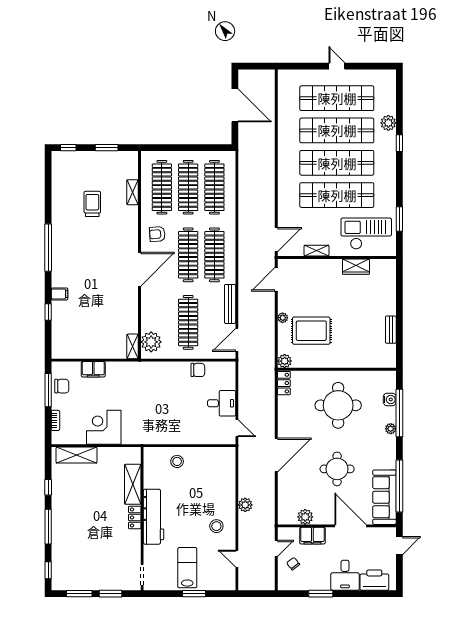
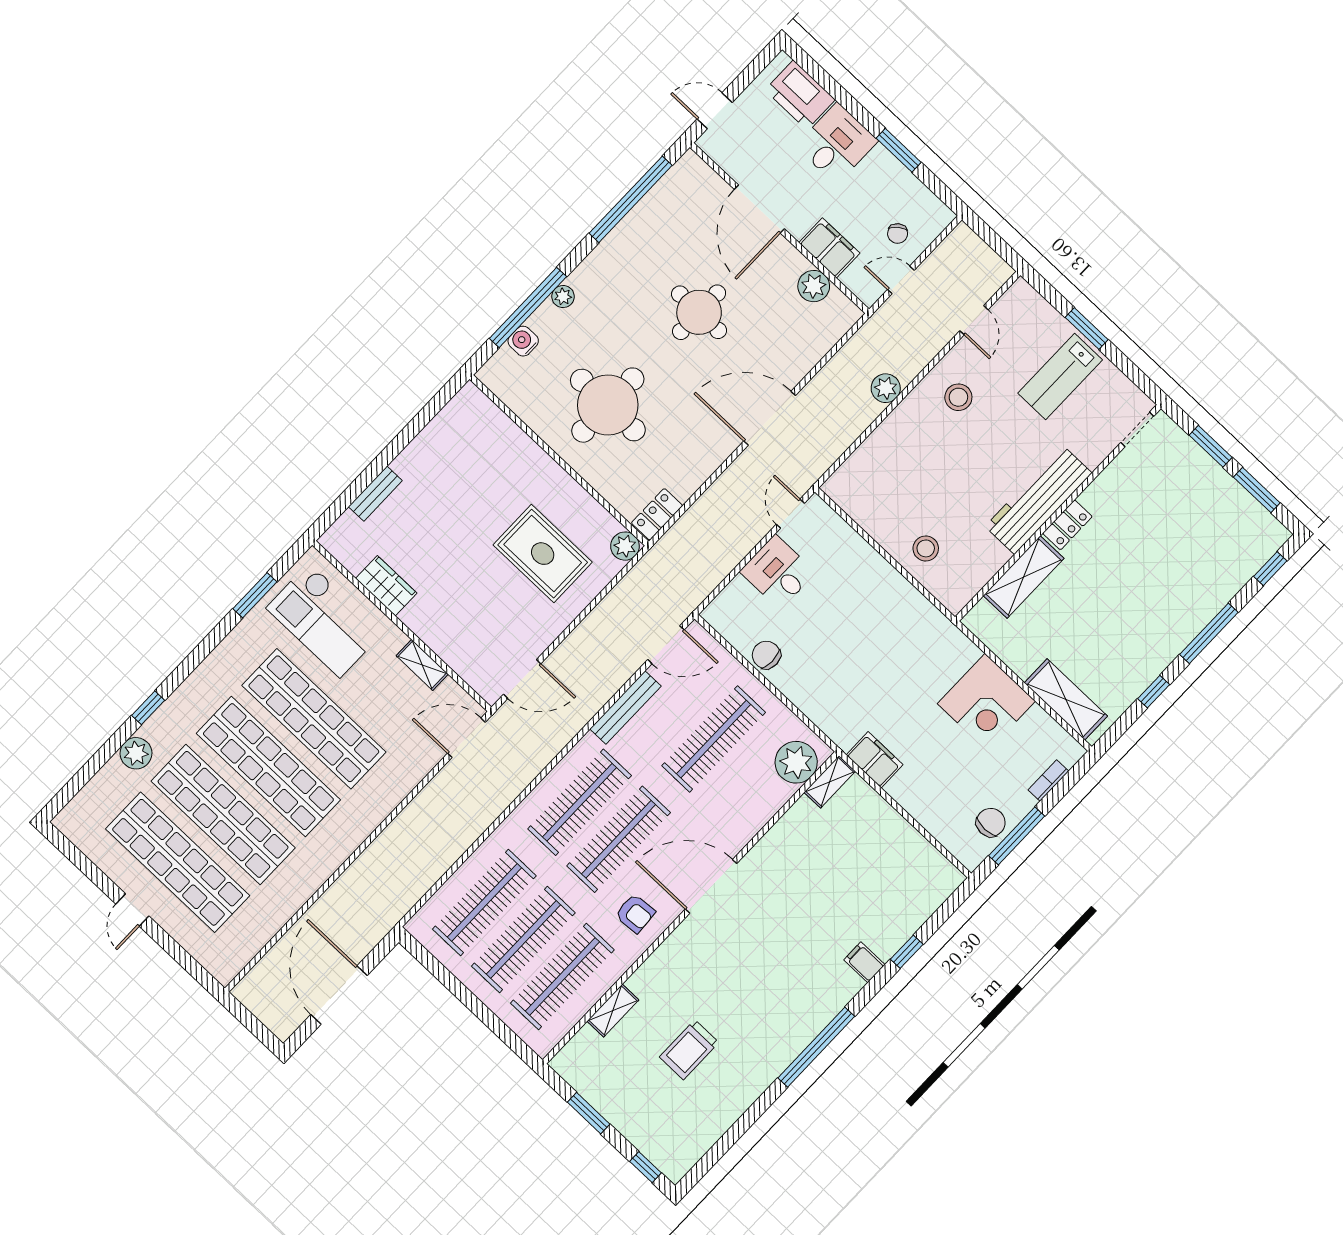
plant: (283, 318) -> (567, 613), removed
bench: (391, 330) -> (375, 494), moved
filing cabinet: (93, 369) -> (875, 760), moved
chair: (62, 386) -> (991, 822), turned 90
sofa: (384, 497) -> (669, 204), removed

